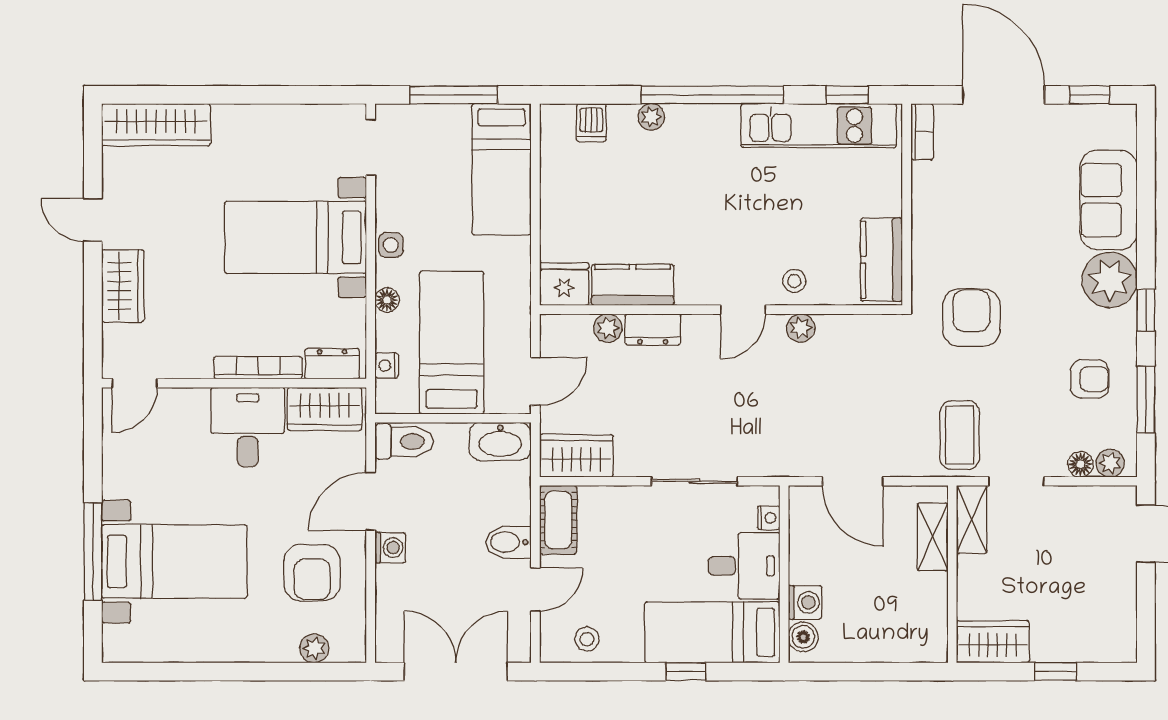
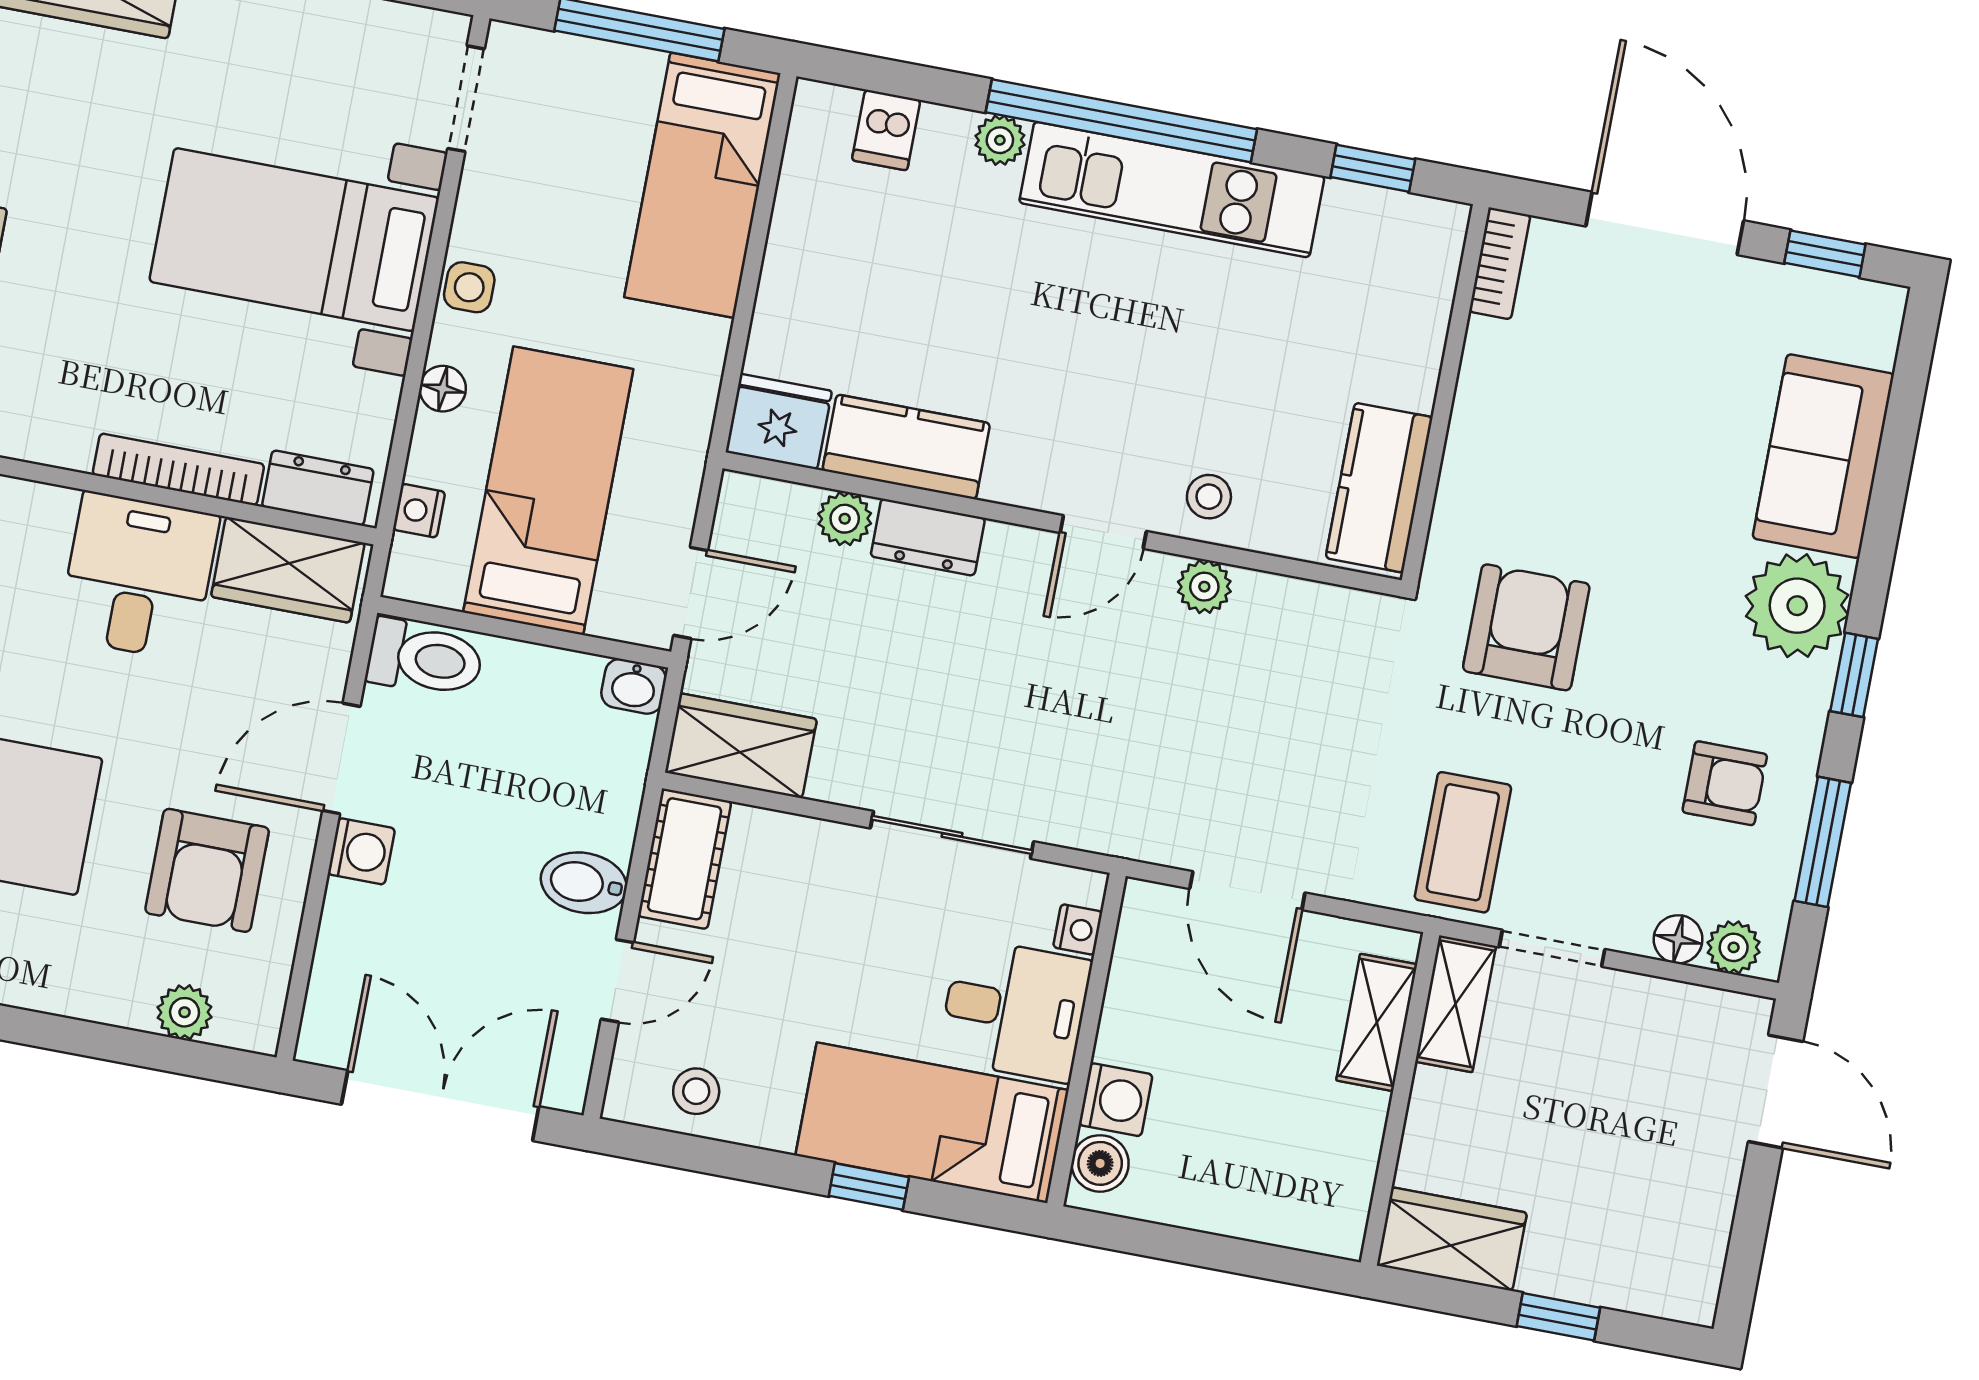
kitchen unit: (819, 126) -> (1172, 190), moved
washbasin: (500, 441) -> (634, 686), width x0.52, depth x0.69

